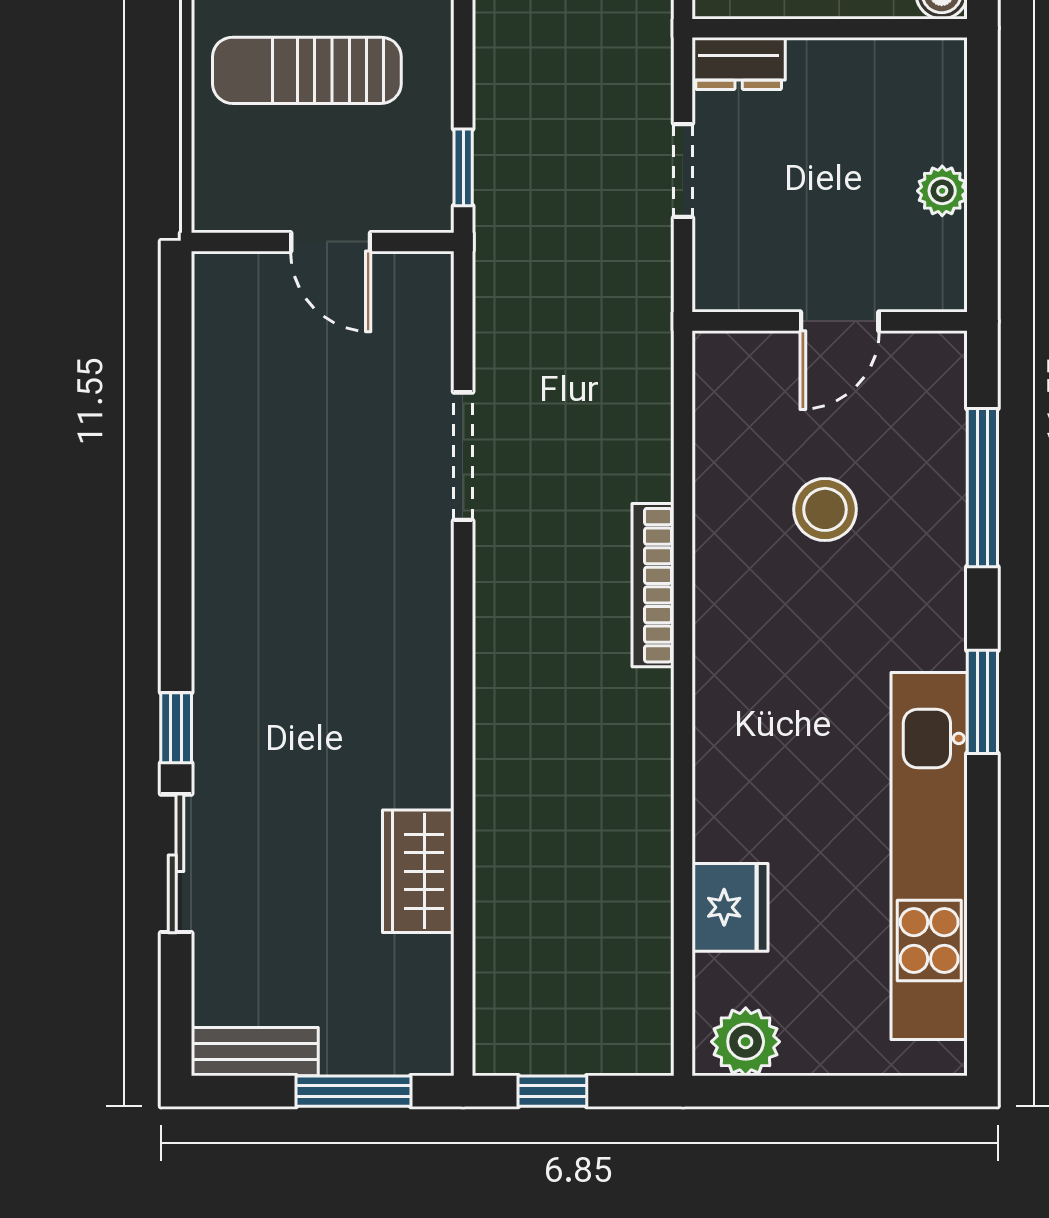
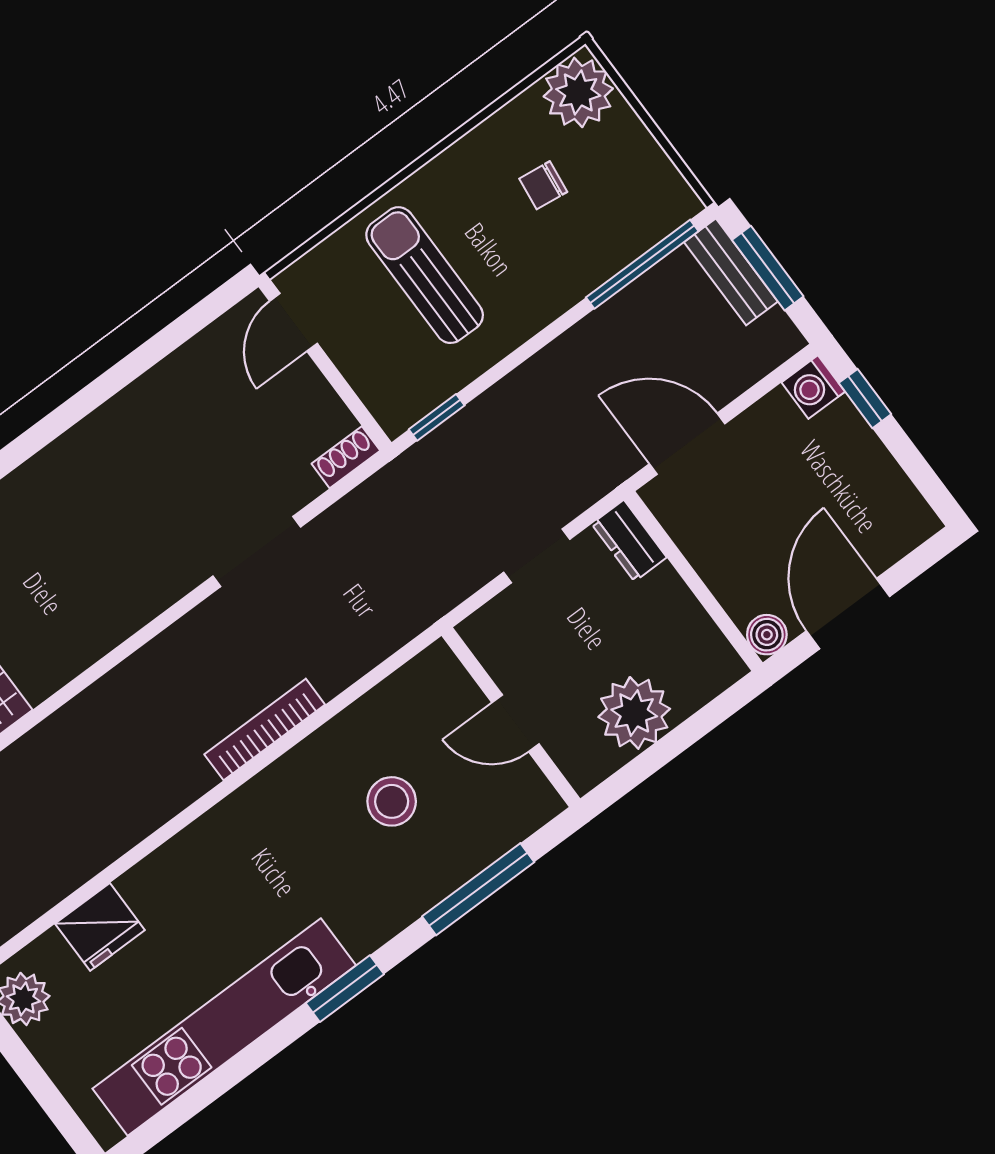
plant: (942, 191) -> (634, 713), width x1.87, depth x1.87
door: (331, 242) -> (293, 322), moved
shoe rack: (434, 292) -> (346, 457), added

